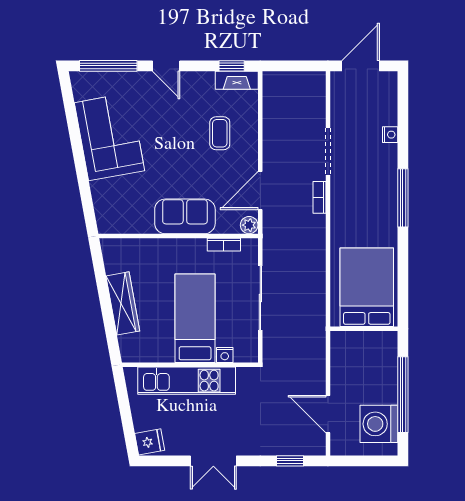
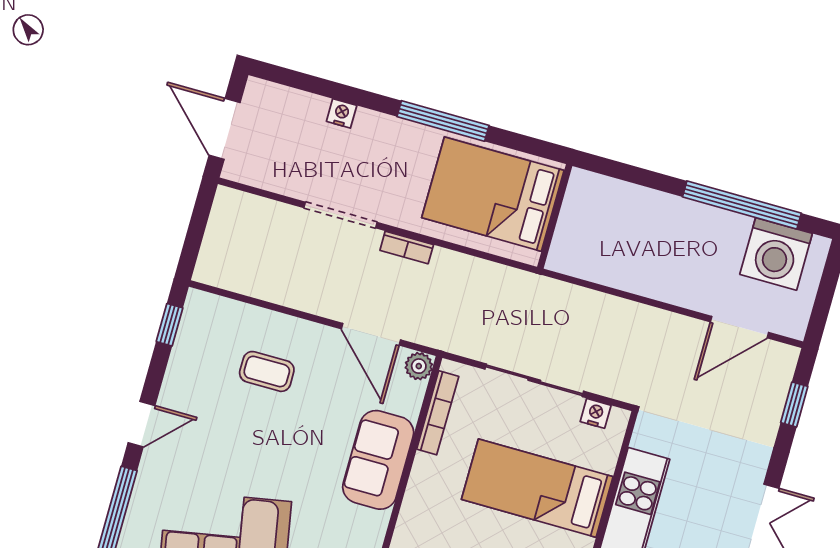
fireplace: (237, 80) -> (194, 323), removed
bookcase: (224, 245) -> (438, 413), width x1.56
bed: (367, 287) -> (493, 194), moved
wall: (364, 329) -> (555, 216), moved
nightstand: (225, 355) -> (596, 413), moved, turned -90

